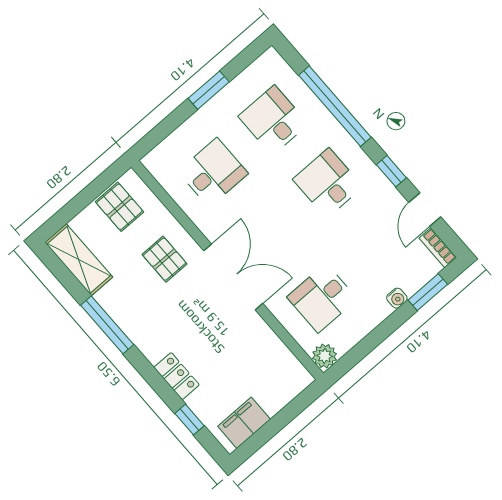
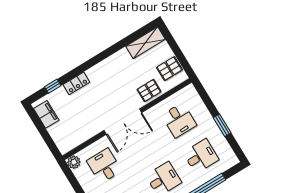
pallet: (165, 259) -> (149, 91), moved
window: (107, 325) -> (109, 52), removed

